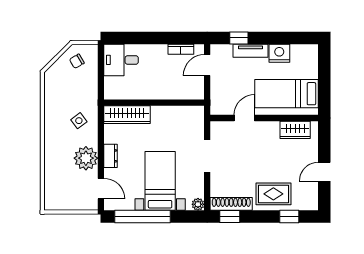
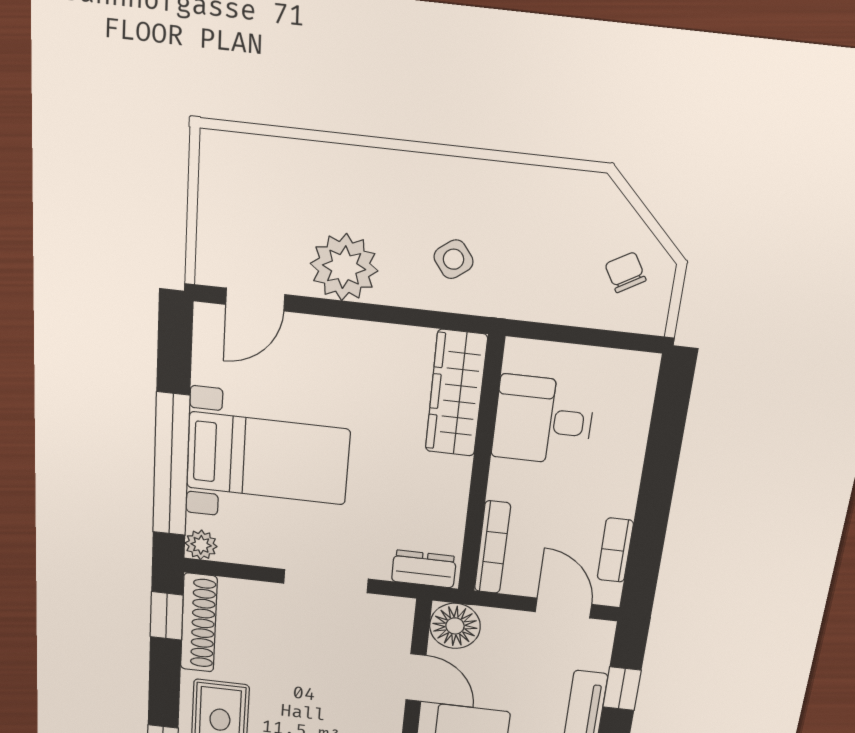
desk: (121, 60) -> (543, 420), moved, turned -90
bookcase: (185, 95) -> (492, 547), added
floor lamp: (220, 105) -> (455, 626), added
dresser: (111, 156) -> (424, 569), moved, turned 180
window: (143, 217) -> (171, 465), moved

